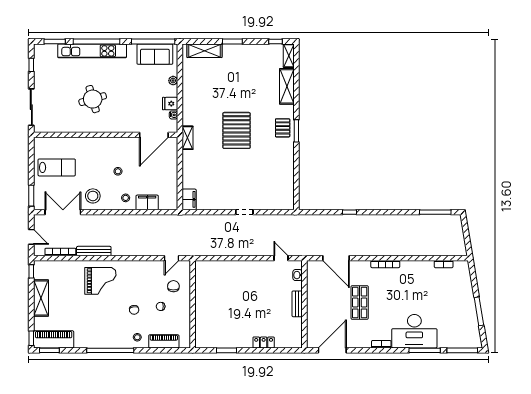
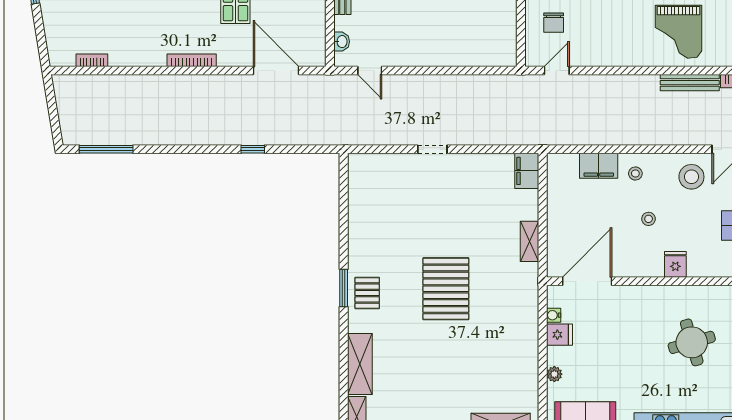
shelving: (188, 138) -> (529, 241), moved
fridge: (102, 145) -> (675, 264), added
grand piano: (100, 281) -> (679, 32), turned -90

